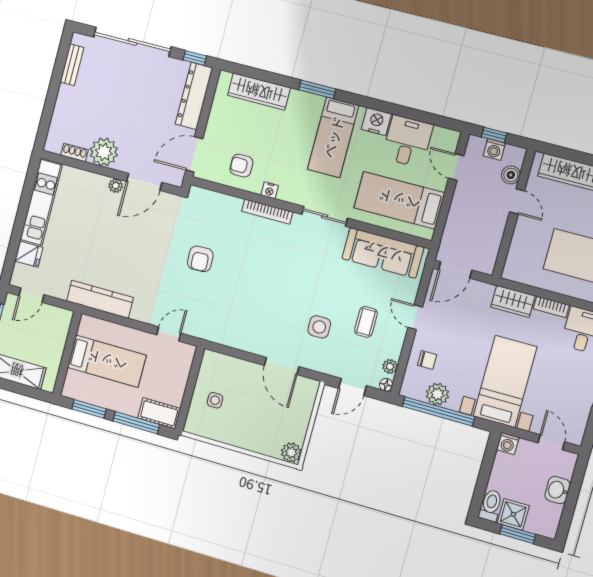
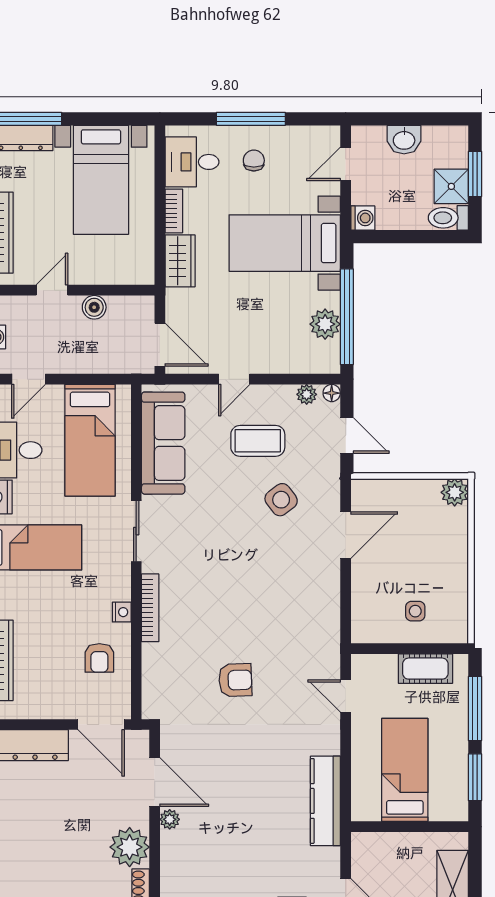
boiler: (511, 175) -> (94, 307), moved
coffee table: (366, 322) -> (258, 441), width x1.36, depth x1.30
side table: (319, 327) -> (281, 500), turned -37
chair: (427, 360) -> (254, 160), moved
cot: (159, 413) -> (425, 669), moved, turned 90

